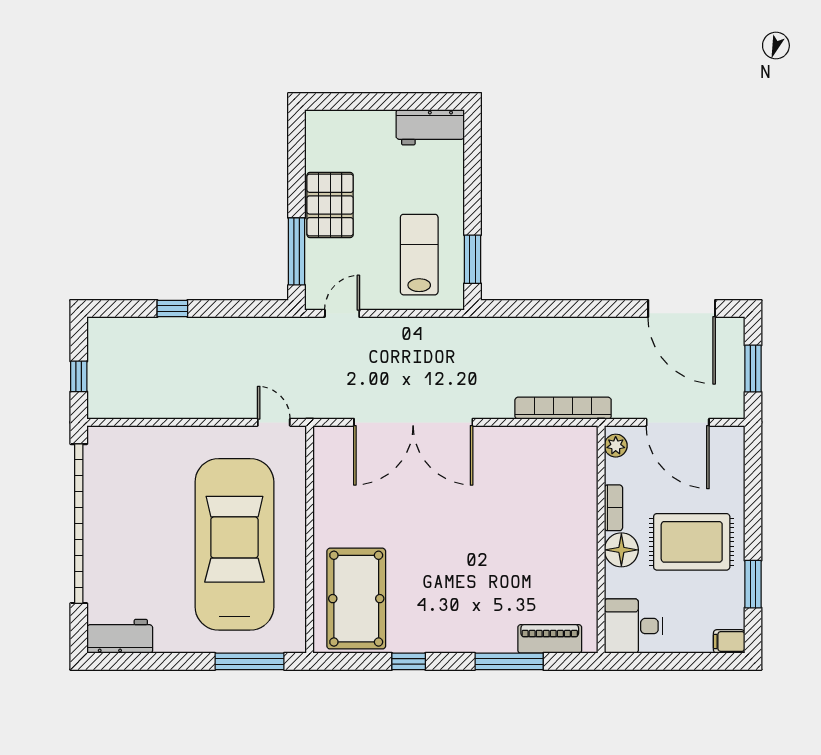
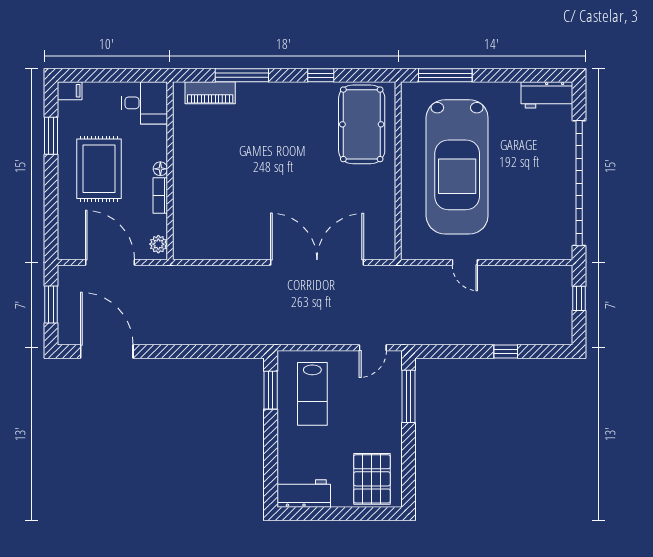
pallet: (330, 205) -> (372, 479), moved
bookcase: (563, 408) -> (200, 274), removed
door: (274, 422) -> (465, 262), moved
rug: (692, 542) -> (99, 169), turned 90
floor lamp: (621, 550) -> (160, 169), width x0.53, depth x0.53

